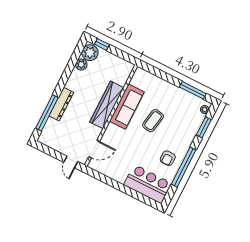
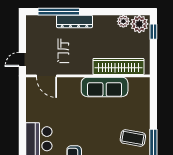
wardrobe: (107, 105) -> (118, 66), moved
coffee table: (153, 121) -> (133, 138), moved

